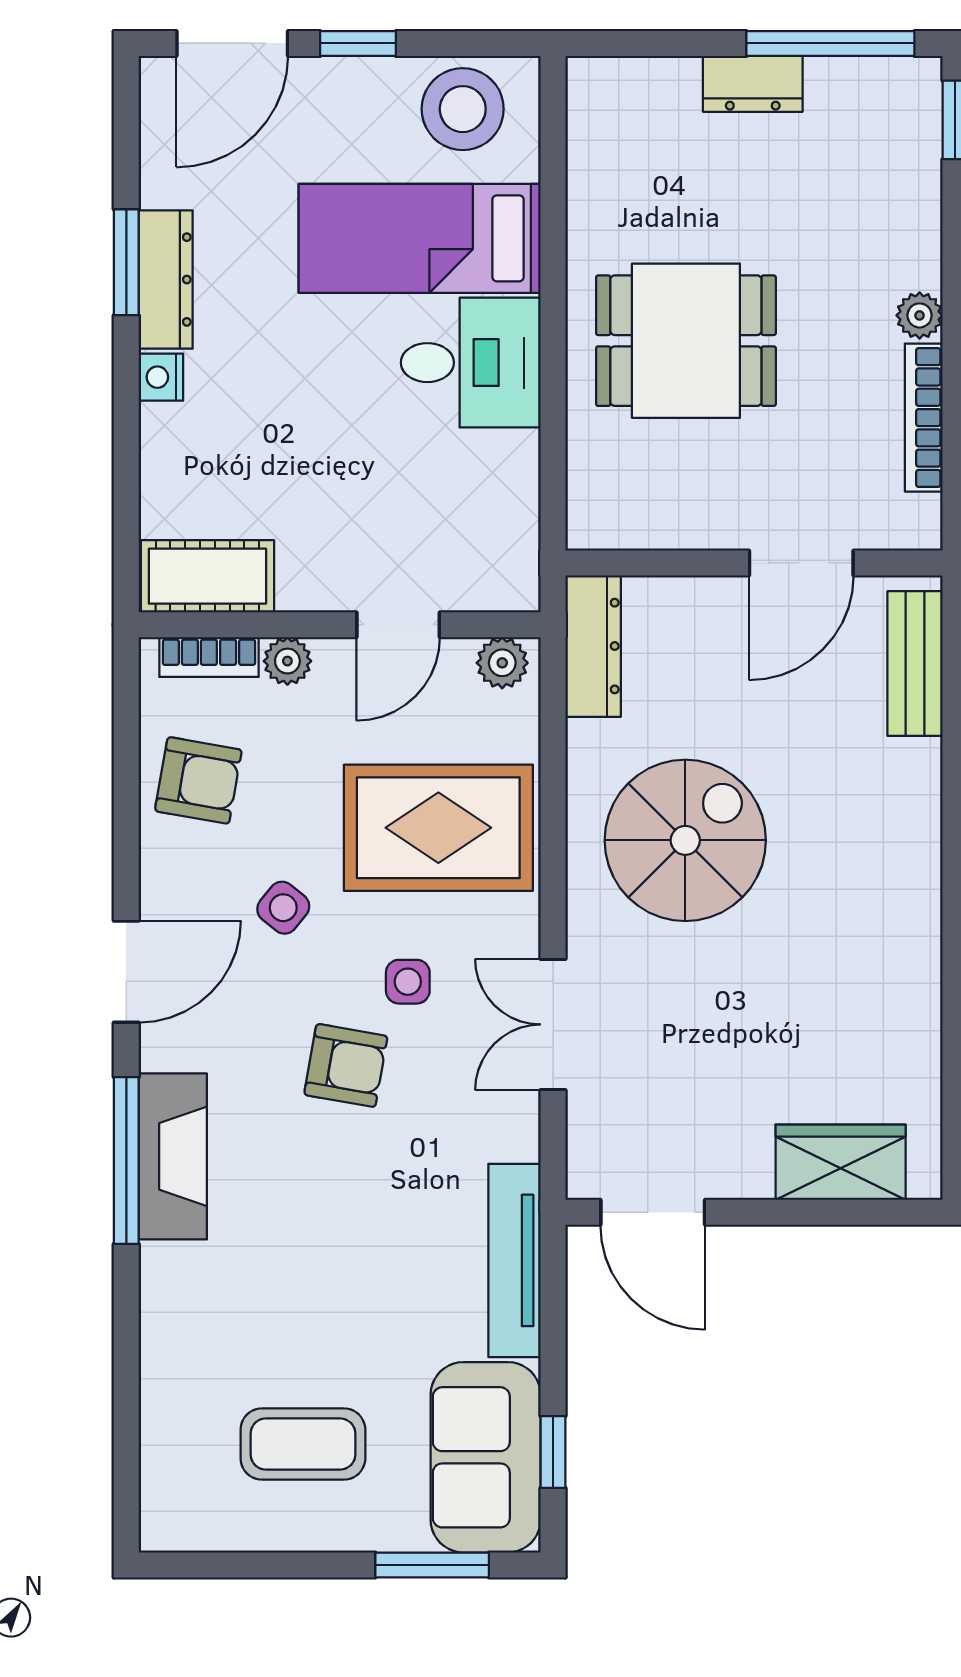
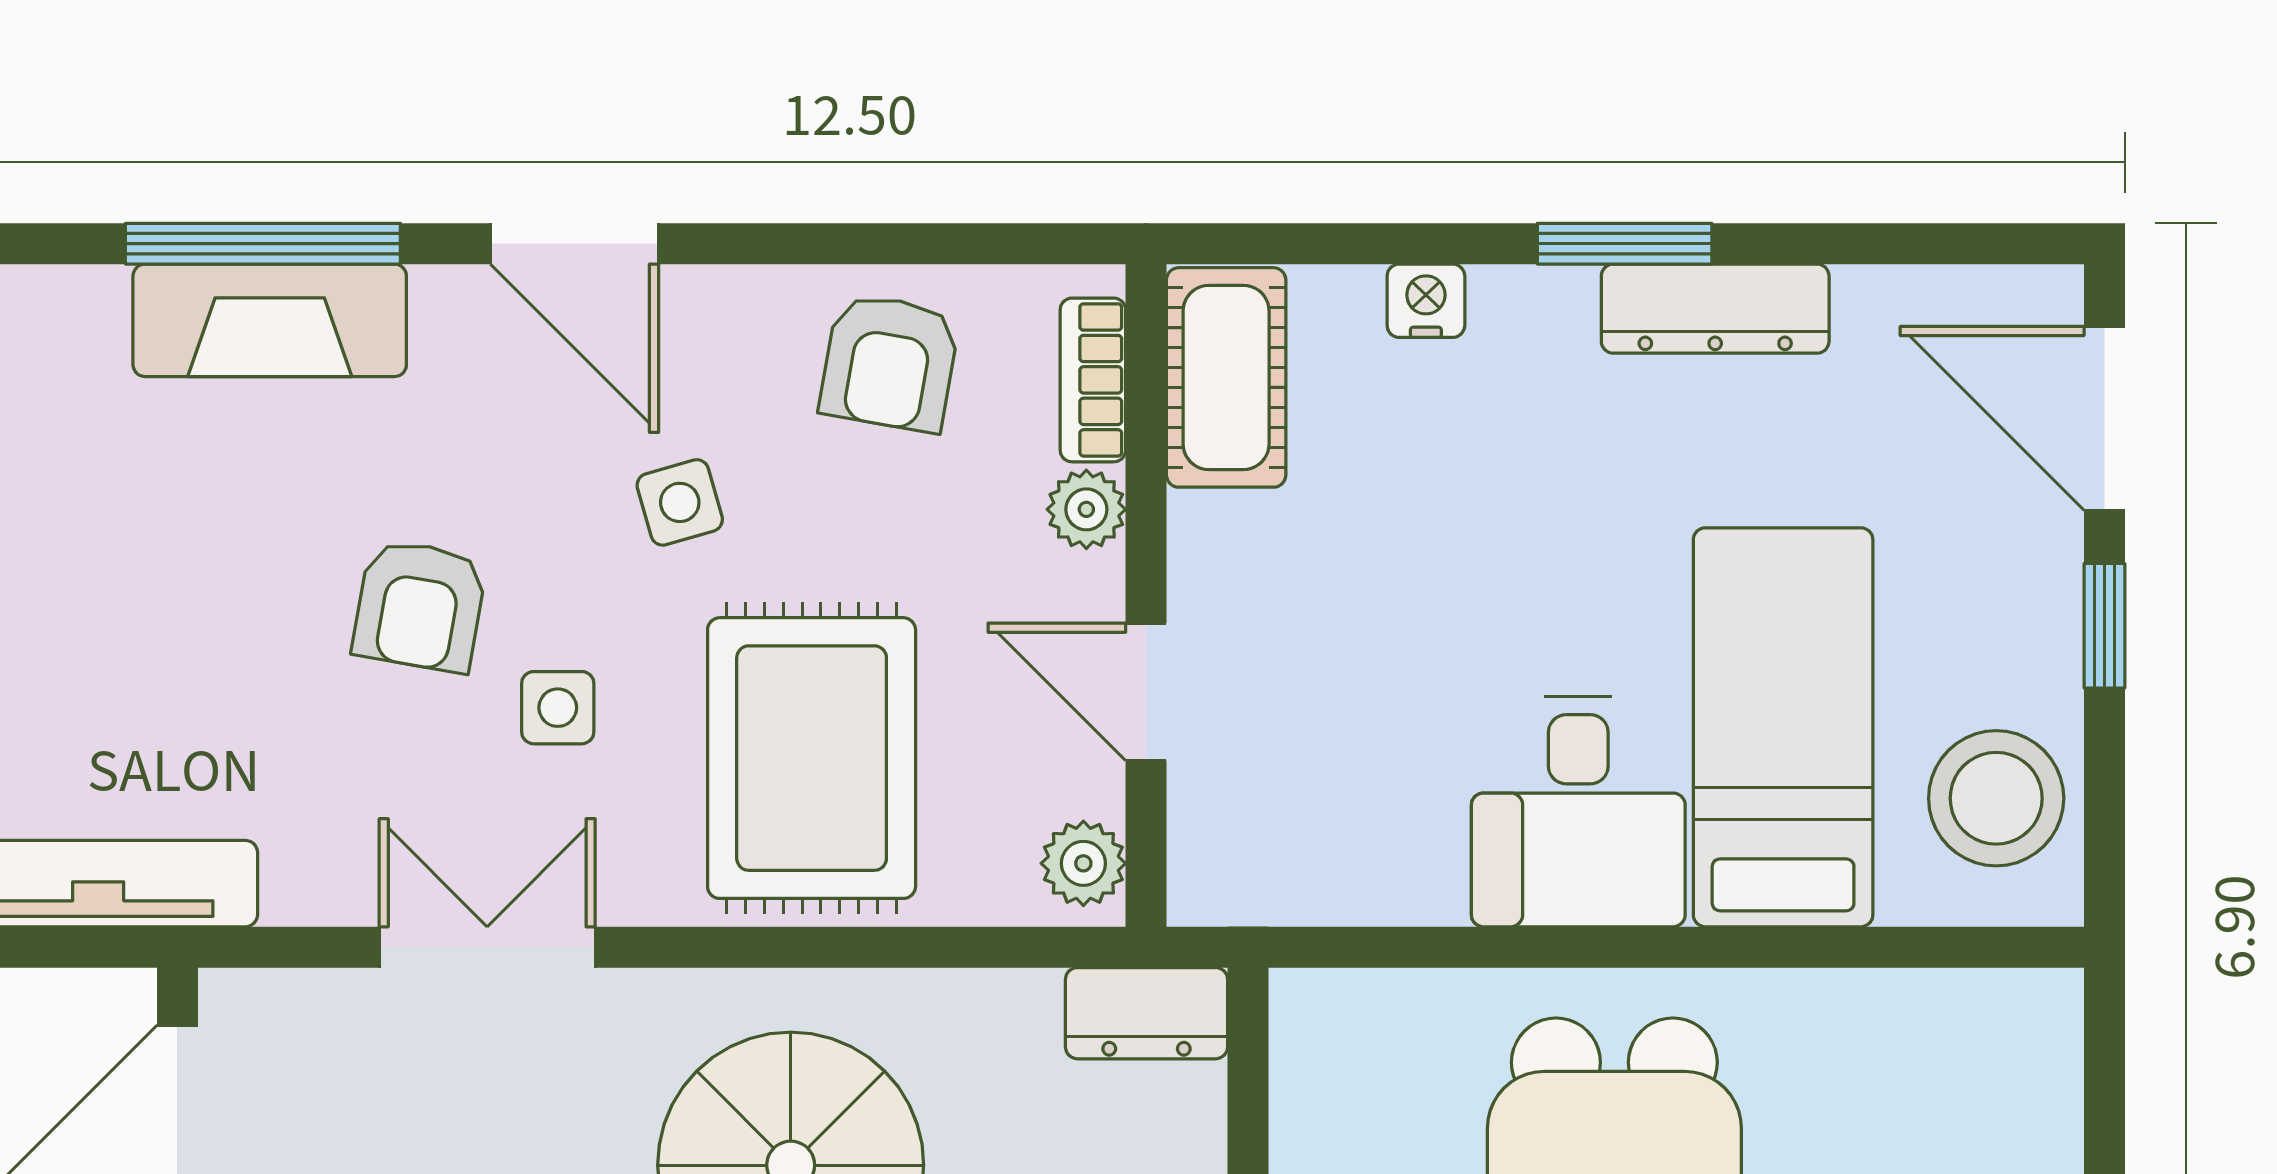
window: (126, 262) -> (1625, 244), moved
nightstand: (161, 377) -> (1426, 301), moved
dresser: (593, 646) -> (1147, 1013), width x0.70
side table: (283, 908) -> (680, 502), turned 35

